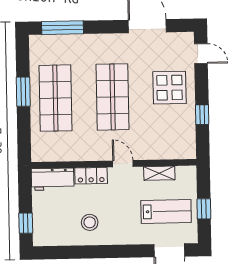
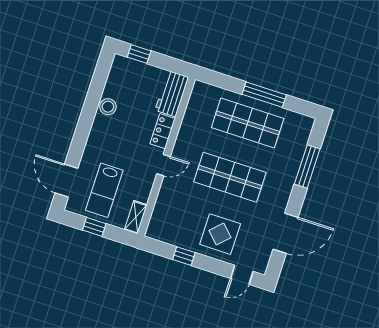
window: (63, 28) -> (307, 166), moved
window: (23, 92) -> (264, 95), width x1.44
shelving: (159, 173) -> (136, 217), moved
stool: (90, 222) -> (108, 107), moved

